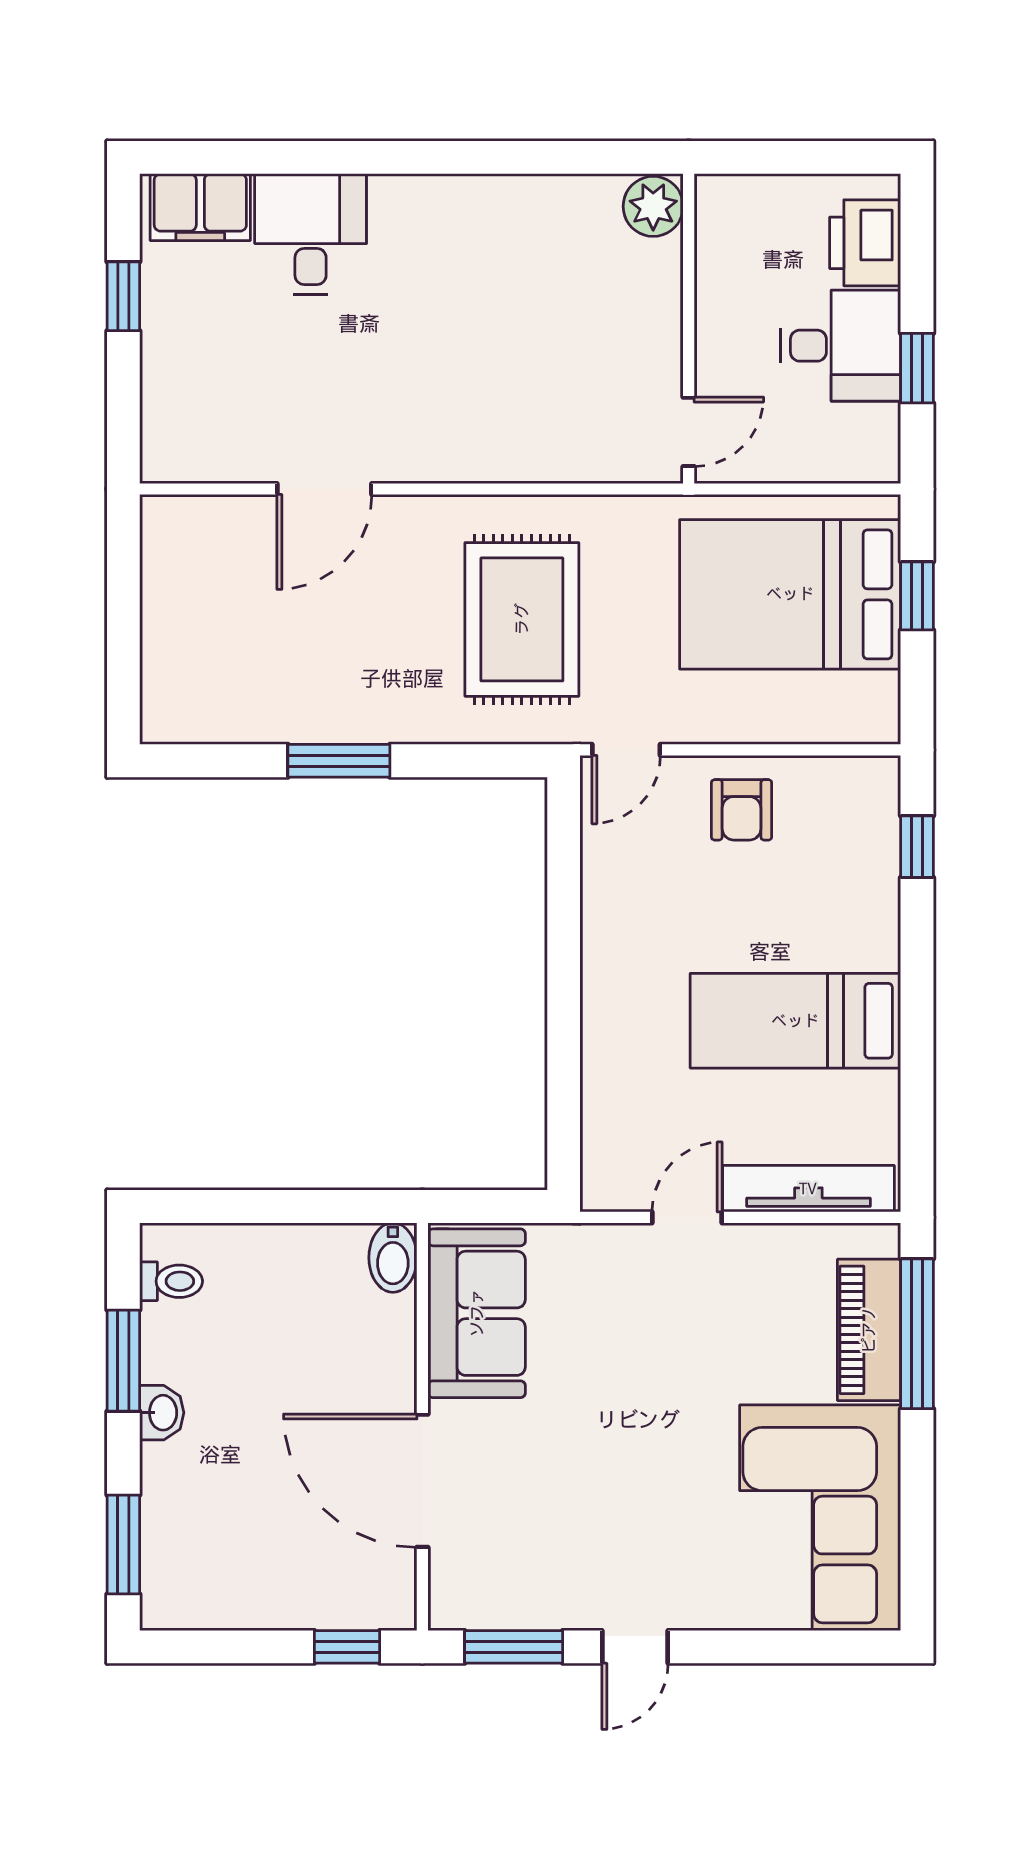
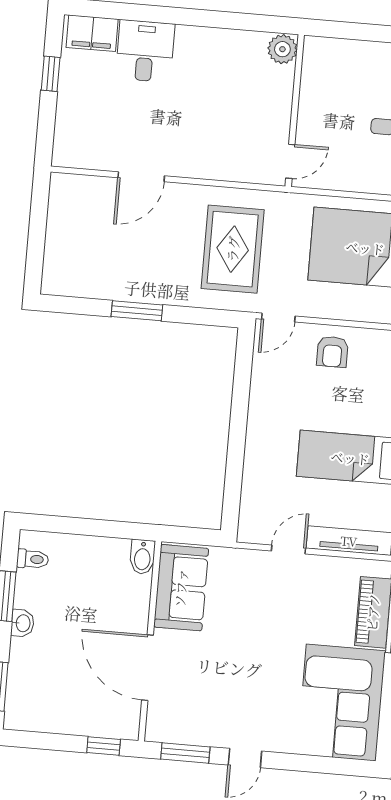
plant: (653, 206) -> (282, 49), moved
wall: (689, 329) -> (295, 111), moved
door: (689, 432) -> (290, 161), moved

